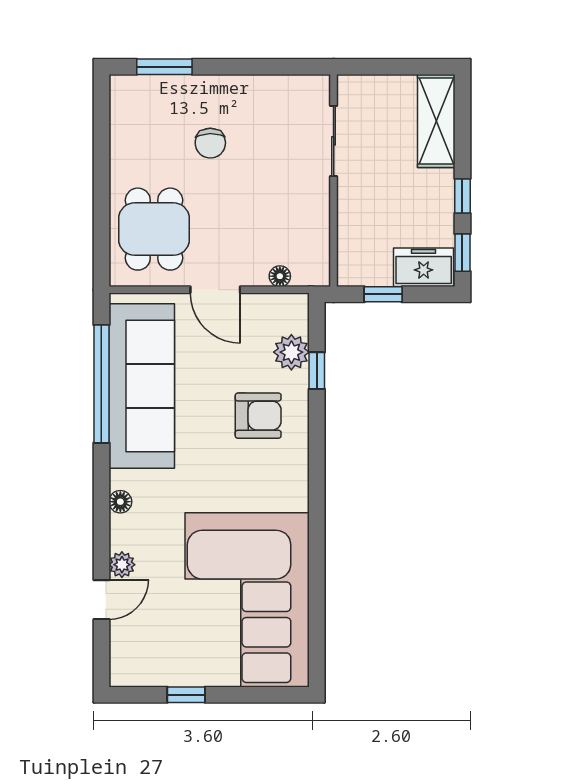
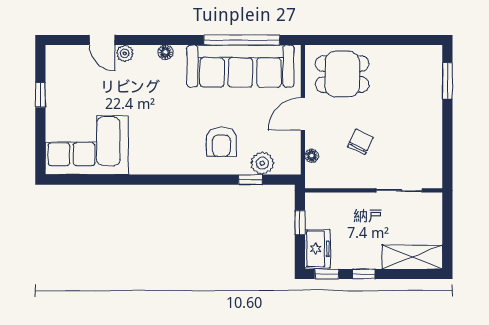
chair: (210, 143) -> (360, 142), moved, turned 117
corner sofa: (247, 600) -> (87, 145), width x0.73, depth x0.74

